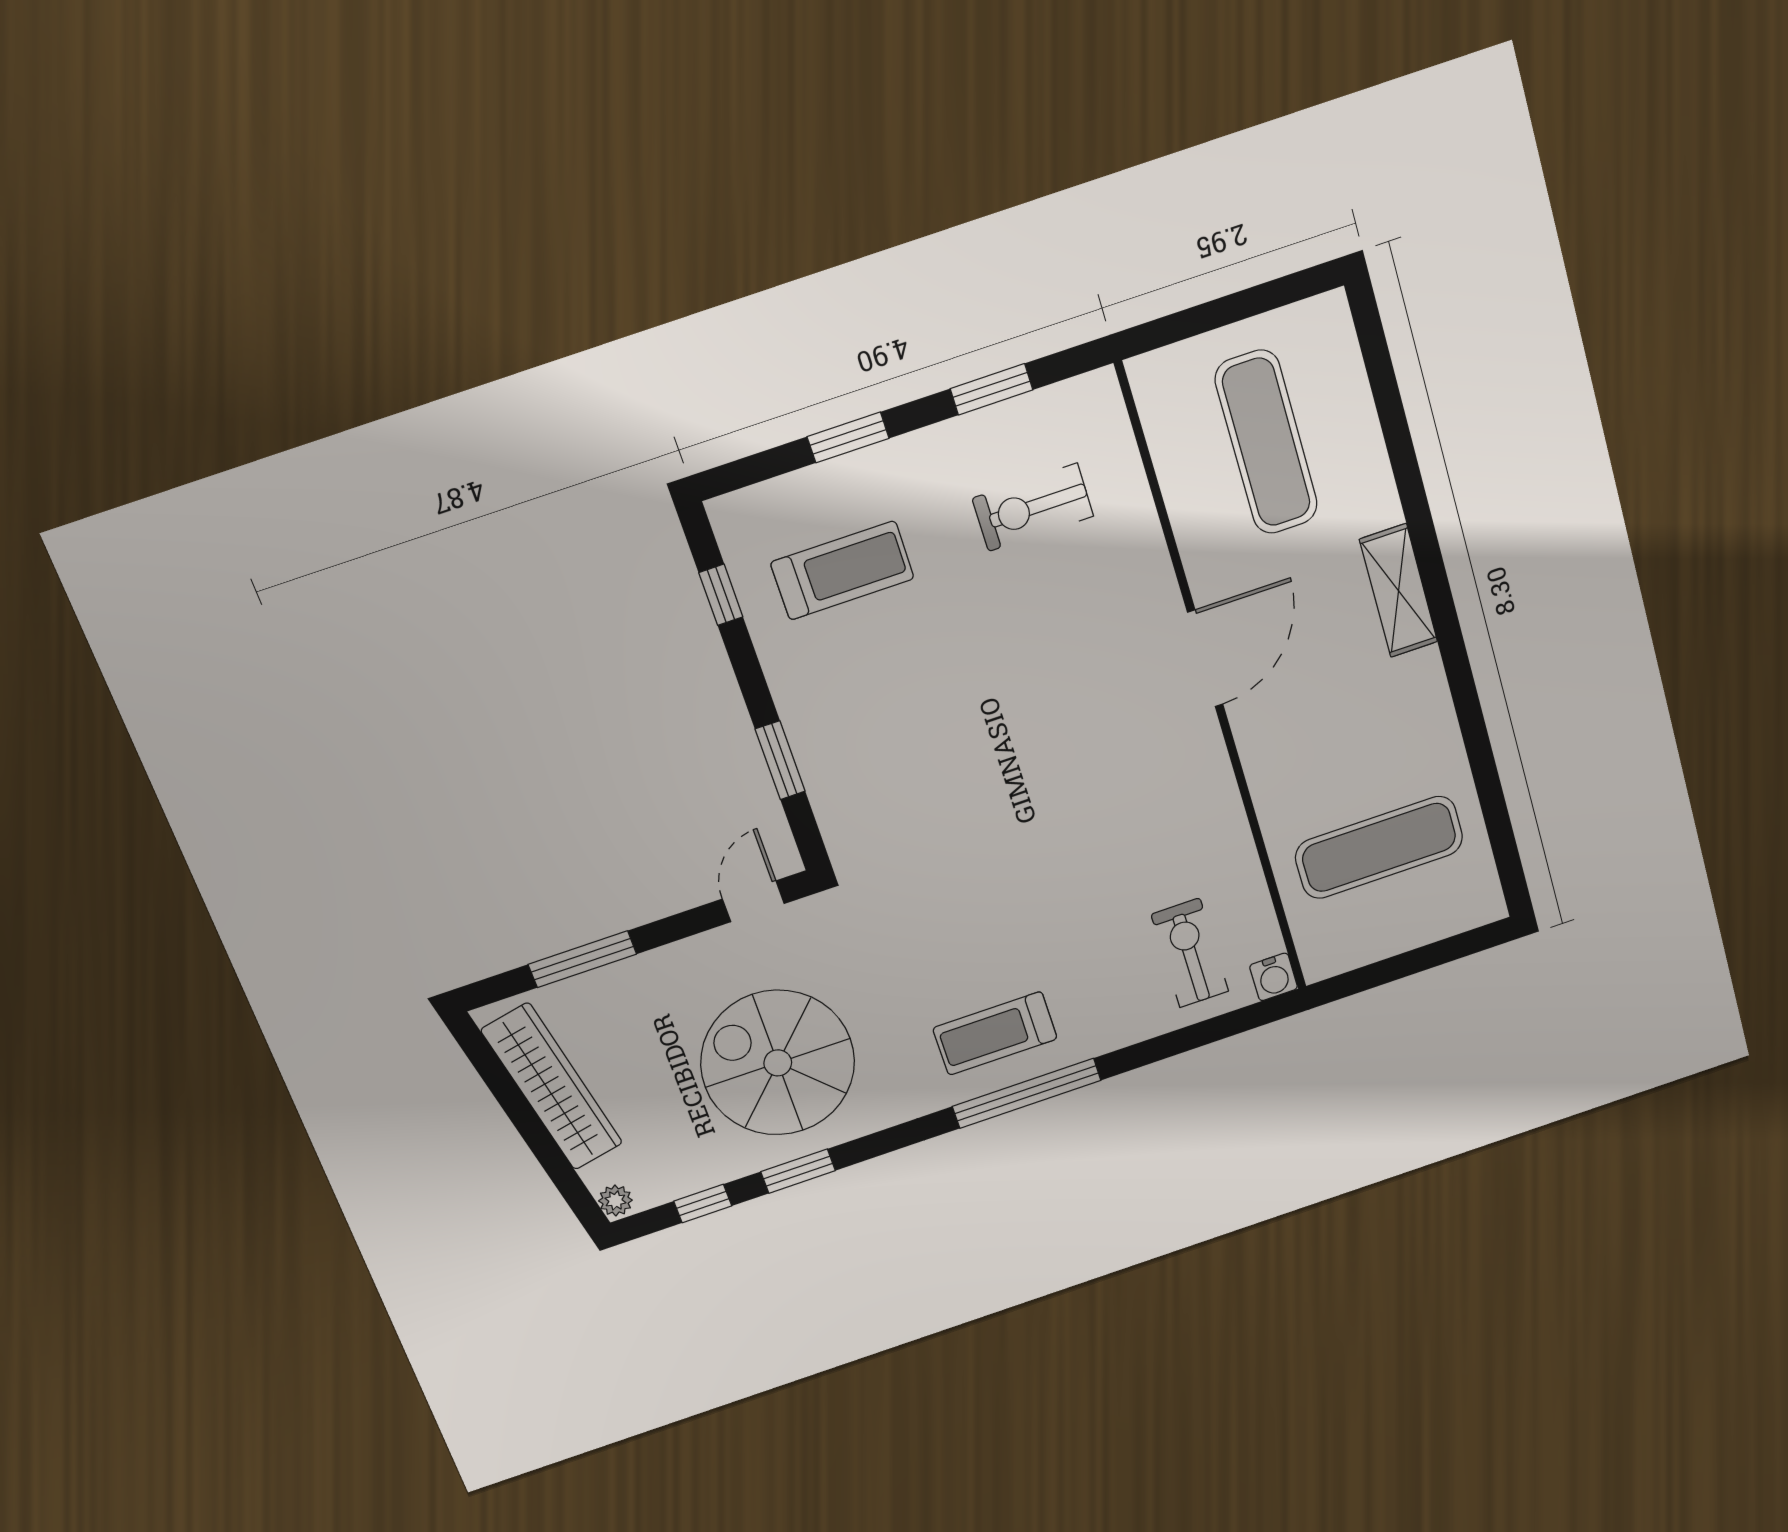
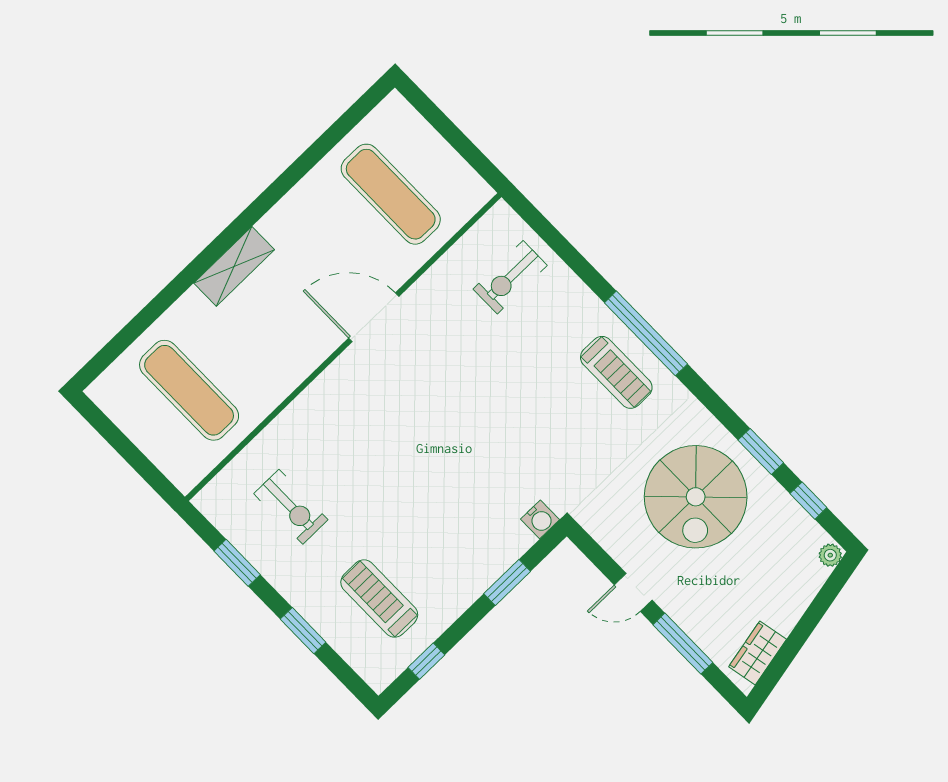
exercise mat: (1266, 442) -> (189, 390), turned 90
door: (1205, 658) -> (374, 317), moved
door: (753, 901) -> (633, 592), moved
water cooler: (1274, 977) -> (540, 519), moved, turned 90
wardrobe: (552, 1087) -> (758, 653), width x0.48, depth x0.85

